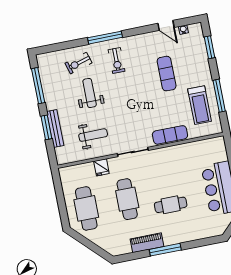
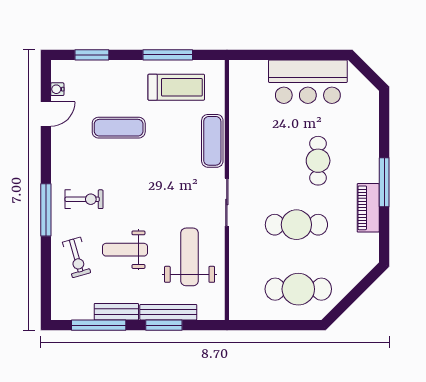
bench: (49, 95) -> (116, 312), added
weight bench: (93, 135) -> (190, 257), width x1.36, depth x1.33
fridge: (101, 167) -> (241, 254), removed

